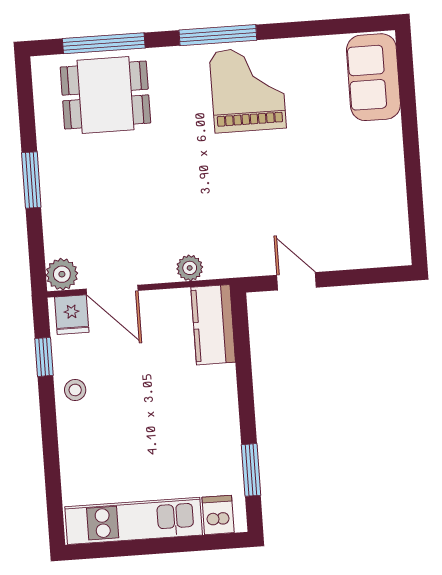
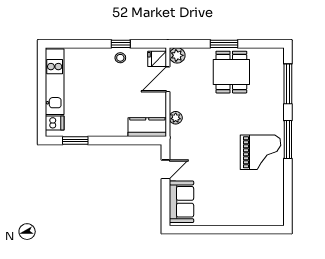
sofa: (373, 77) -> (181, 202), moved, turned 90
dining table: (105, 95) -> (231, 72), moved
window: (44, 357) -> (121, 44), moved

